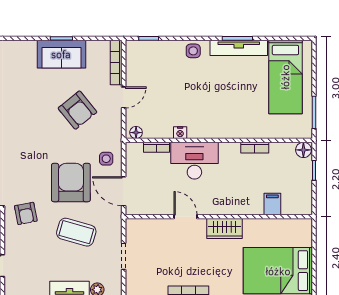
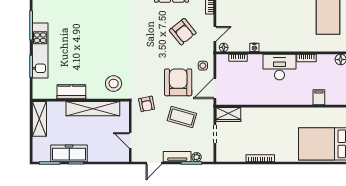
door: (124, 97) -> (215, 34), moved
desk: (194, 161) -> (279, 67), moved
door: (124, 191) -> (215, 88), hinge flipped
door: (185, 217) -> (258, 106), removed
wardrobe: (224, 228) -> (228, 114), moved

